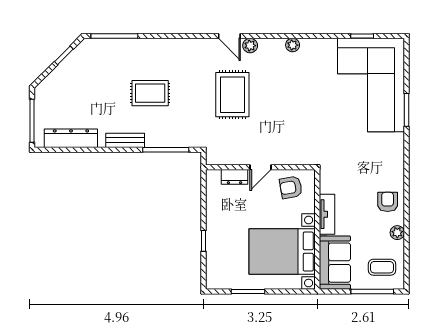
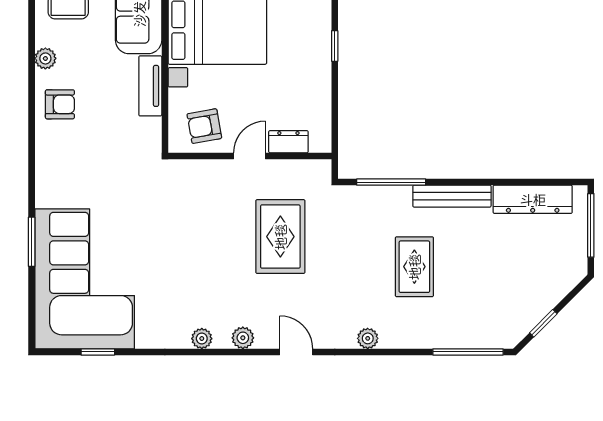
plant: (181, 45) -> (368, 338), added
plant: (250, 46) -> (243, 338), moved
rug: (150, 93) -> (414, 267), turned 90
rug: (232, 95) -> (280, 237), moved
bench: (125, 140) -> (452, 196), width x1.36
armchair: (291, 187) -> (204, 126), turned 180
armchair: (388, 202) -> (60, 104), turned -90

